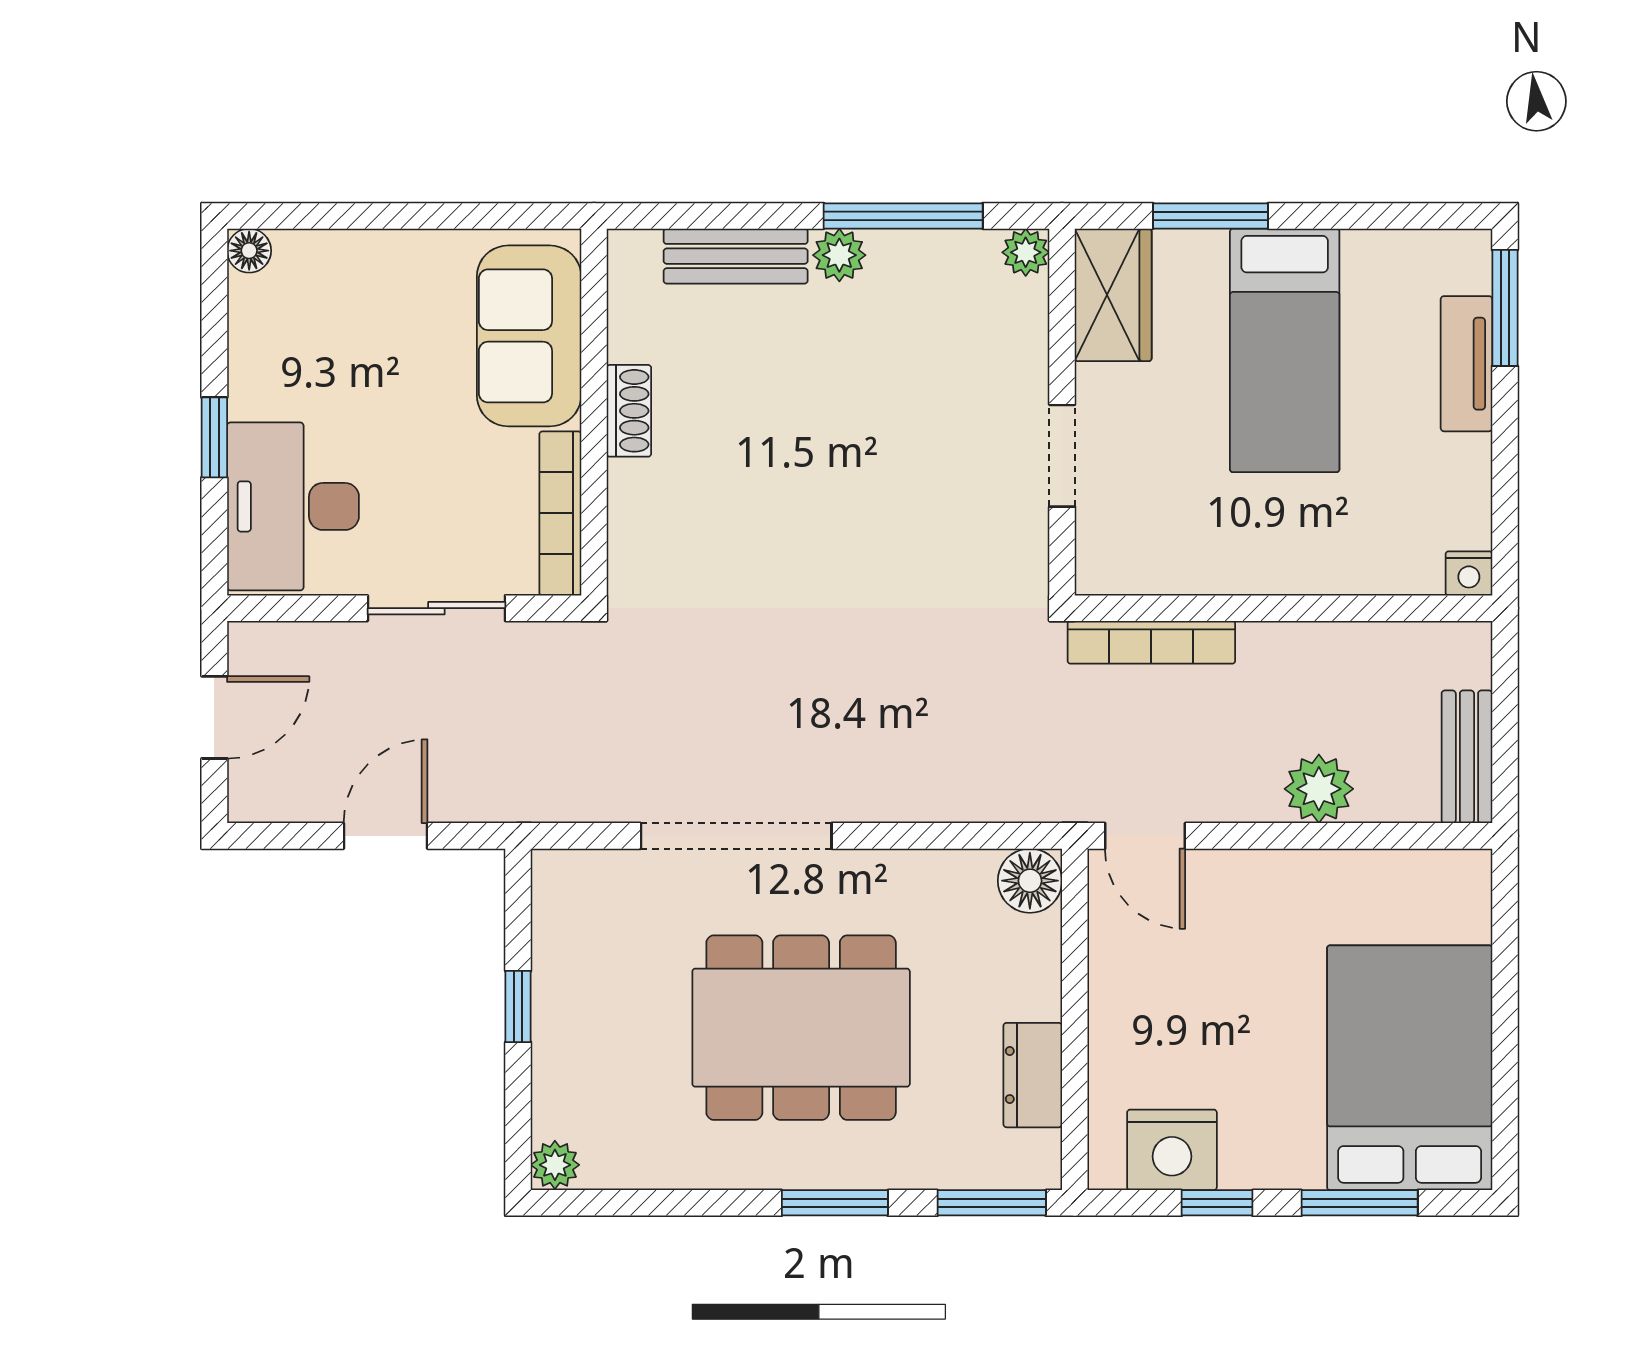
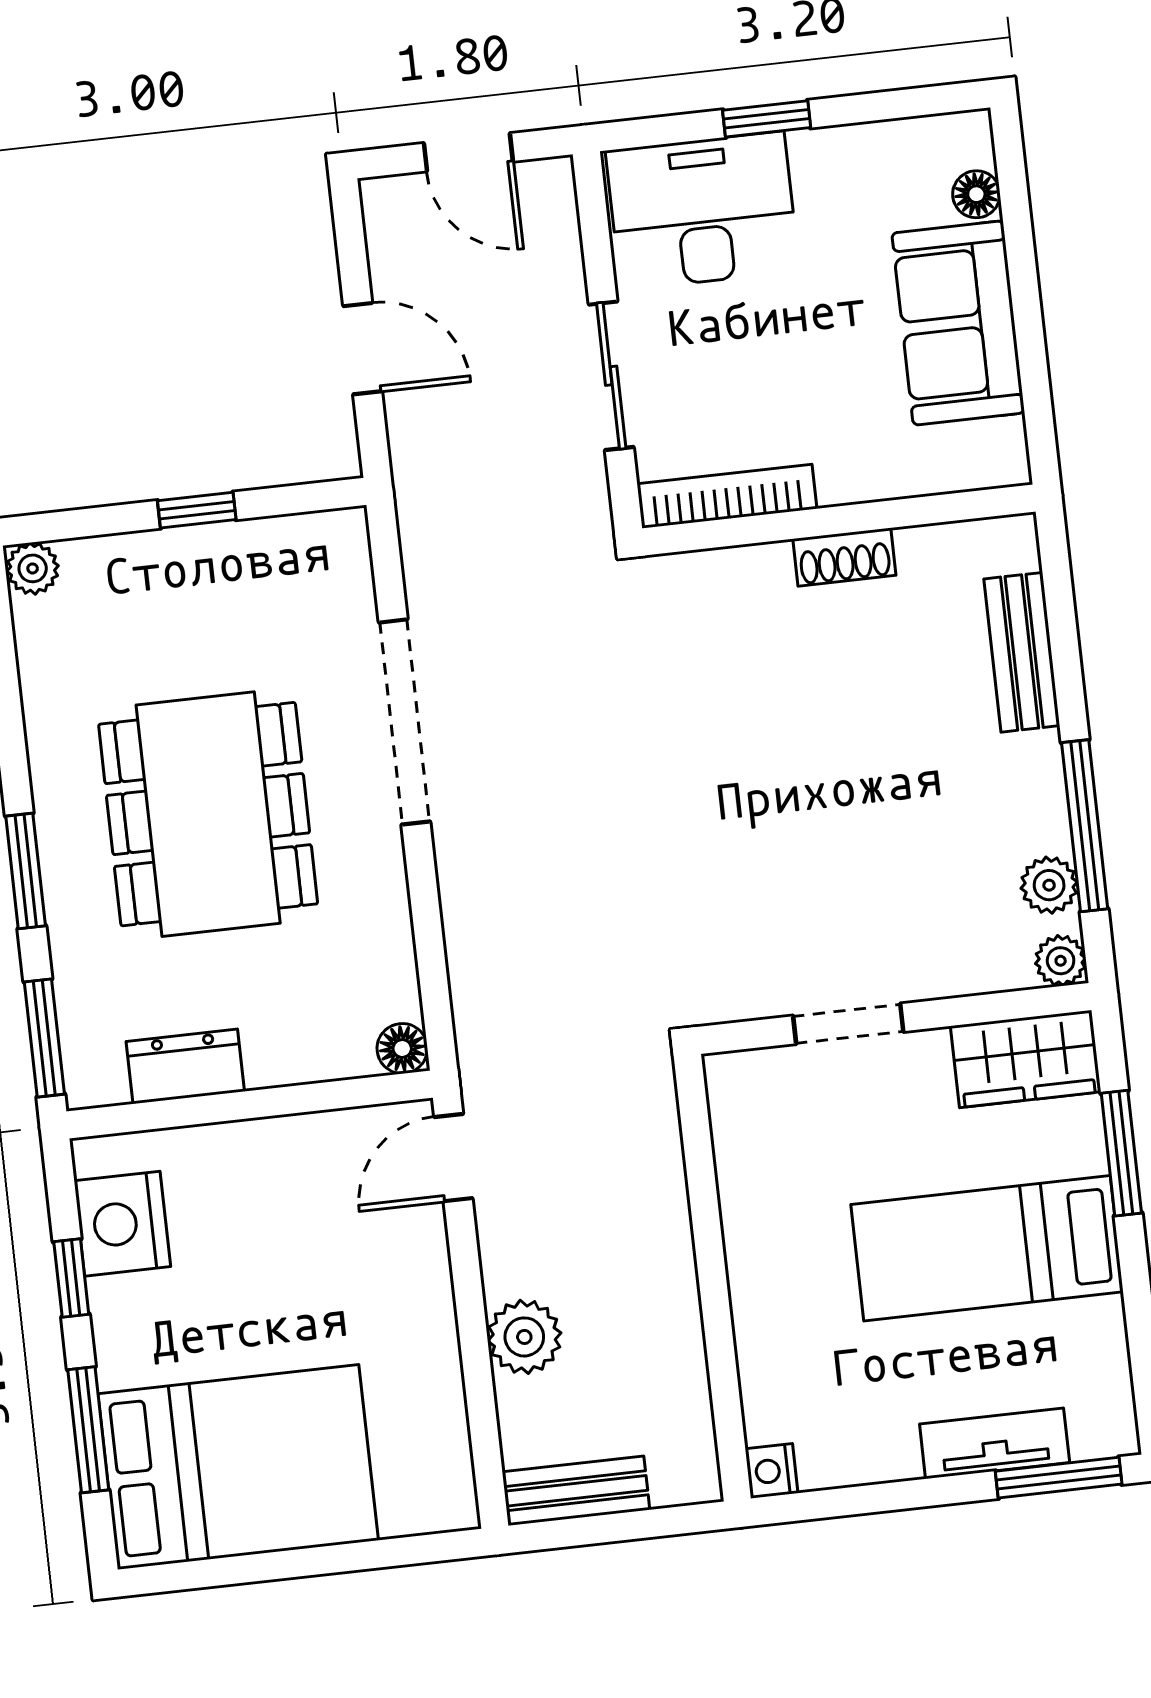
floor lamp: (249, 251) -> (976, 194), moved
plant: (839, 255) -> (1049, 885), moved
sofa: (529, 336) -> (958, 323), moved, turned -90
bookcase: (1151, 642) -> (660, 1141), removed
floor lamp: (1030, 881) -> (402, 1048), width x0.73, depth x0.73

